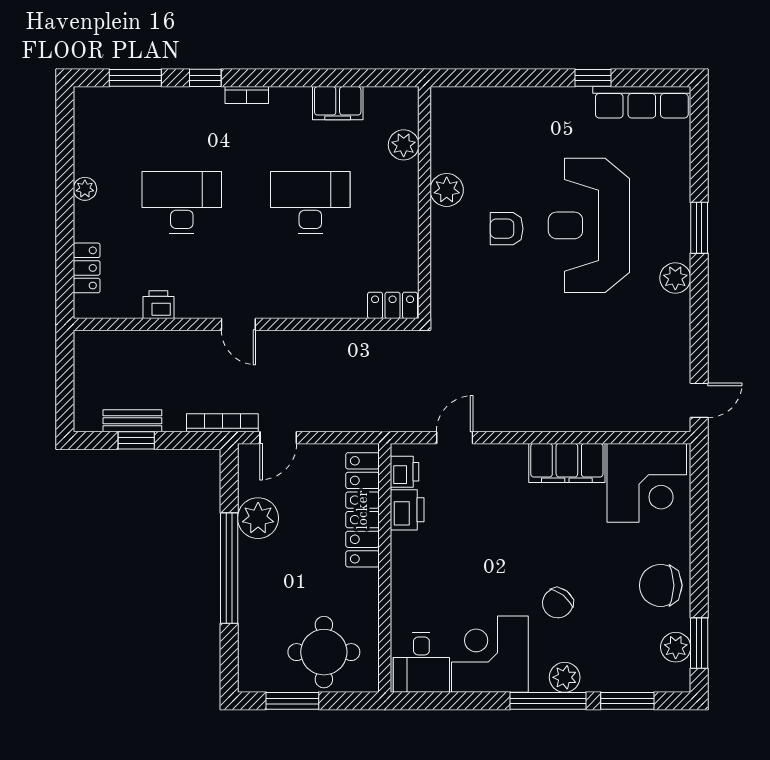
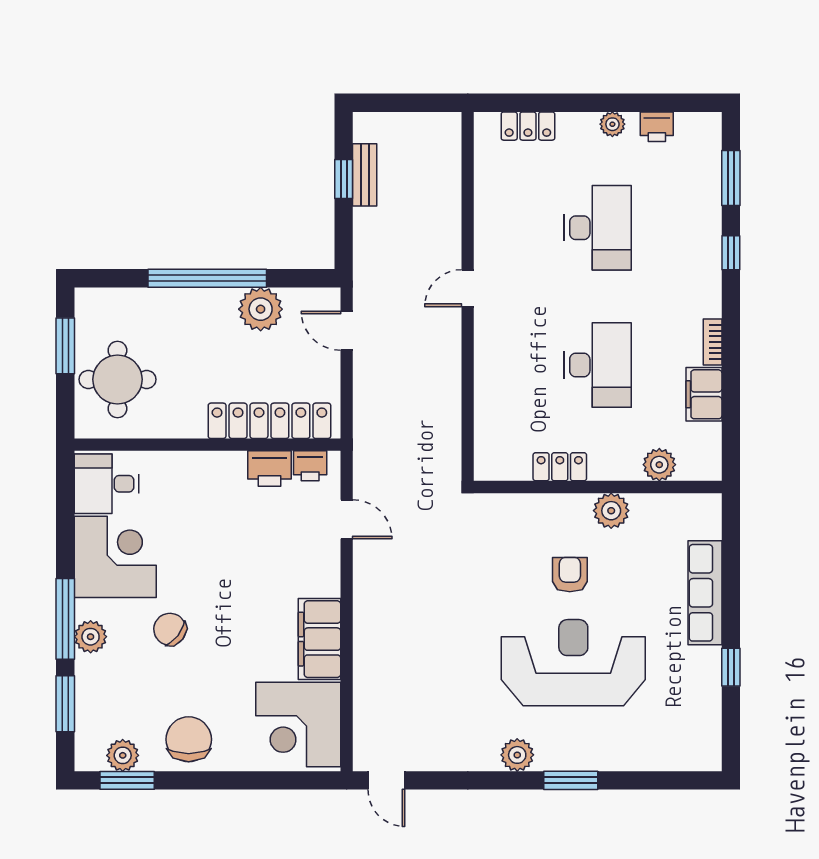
bookcase: (247, 95) -> (713, 342), moved
row of seats: (642, 102) -> (705, 593), moved
printer: (158, 305) -> (657, 127), moved, turned 90
locker: (393, 305) -> (560, 467), moved, turned -90
bookcase: (222, 423) -> (362, 271), removed

